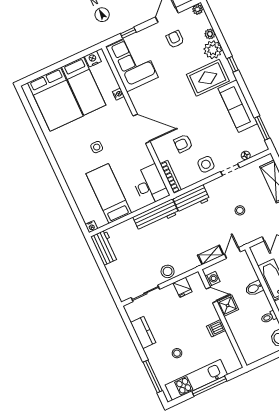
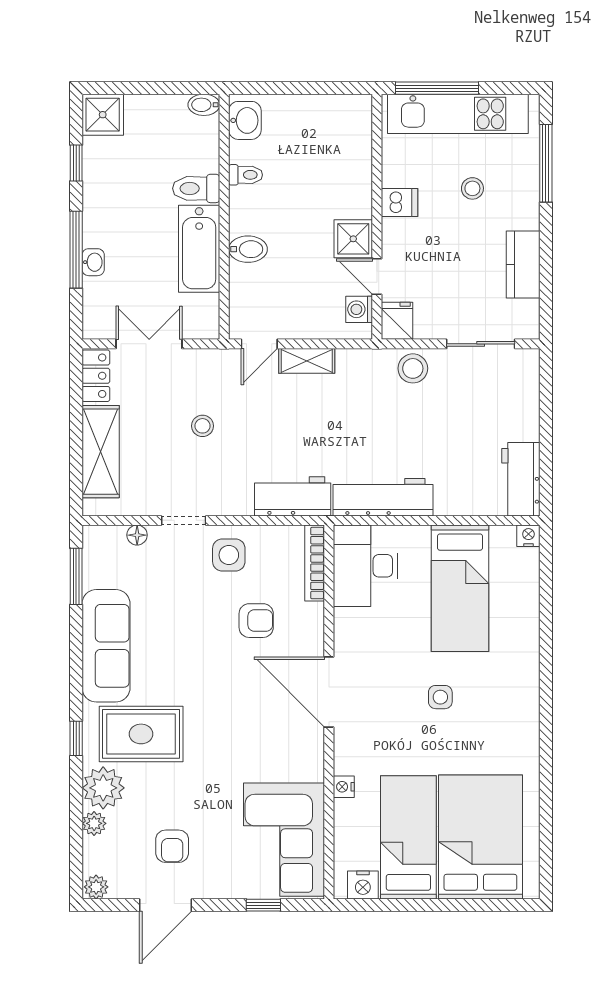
washing machine: (213, 279) -> (359, 309), moved
door: (211, 295) -> (377, 277), moved
shower: (228, 306) -> (353, 239), moved
wall: (222, 319) -> (377, 217), moved
dishwasher: (216, 328) -> (399, 203), moved

